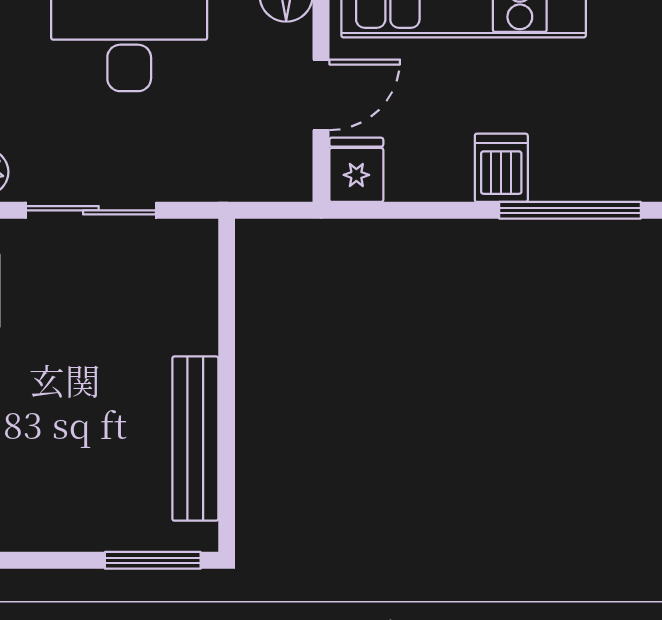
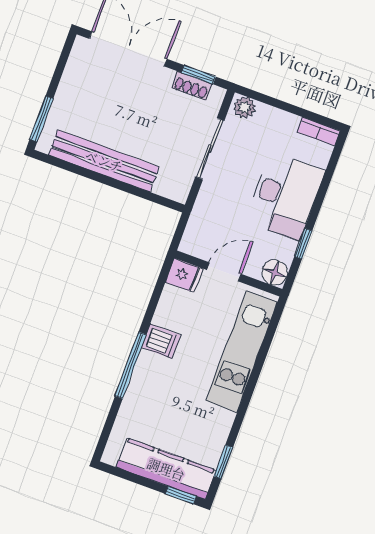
door: (321, 95) -> (224, 272), swing flipped
bench: (195, 439) -> (104, 161), width x1.37, depth x1.21

